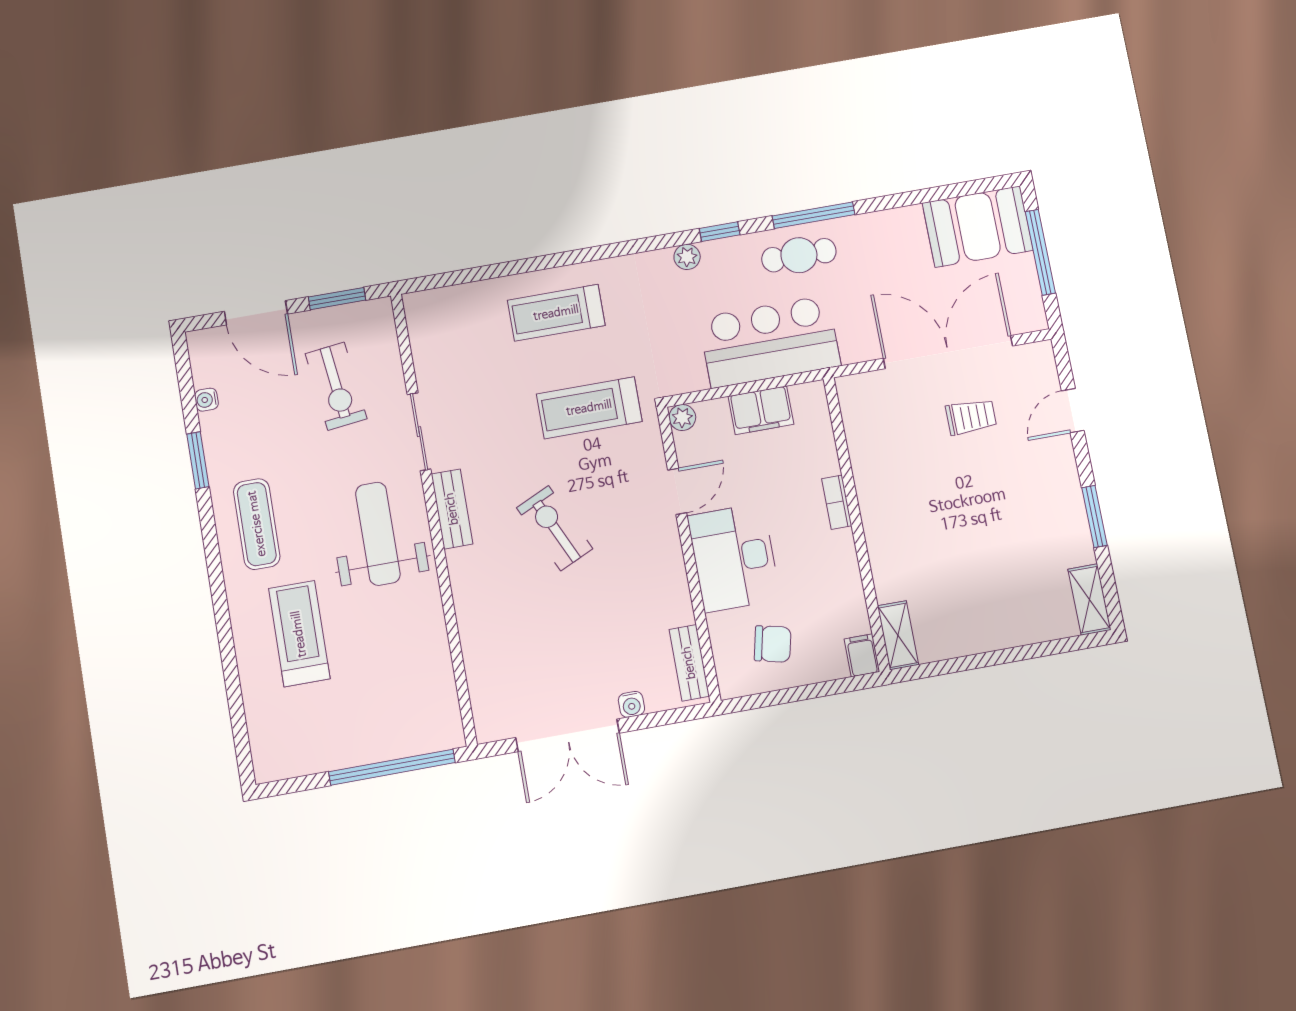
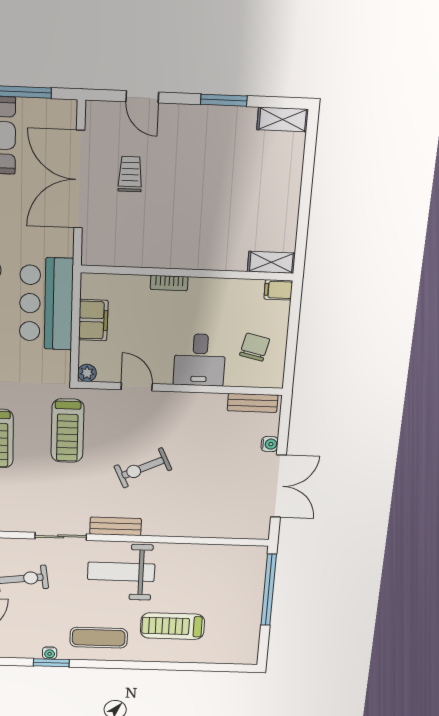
water cooler: (206, 400) -> (50, 653), moved
desk: (734, 558) -> (200, 360), width x0.73

